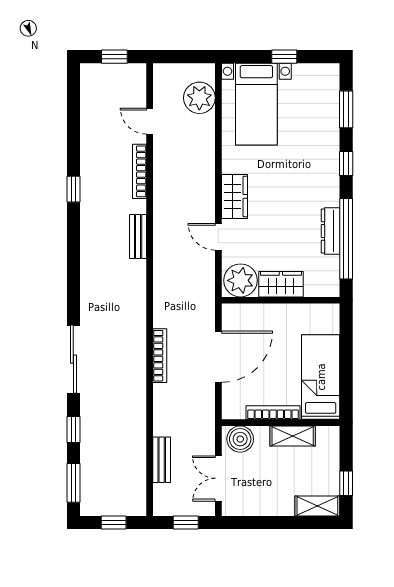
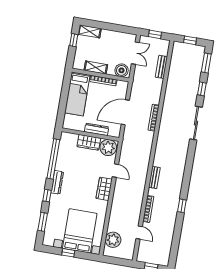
bed with nightstands: (256, 104) -> (80, 231), width x1.36
dresser: (331, 231) -> (57, 182), moved
dresser: (270, 313) -> (97, 129), added

